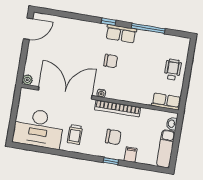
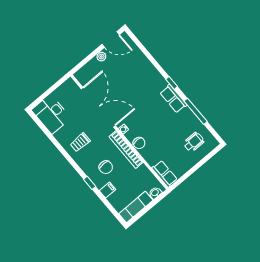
chair: (111, 61) -> (139, 143), moved
wheelchair: (173, 70) -> (194, 142), moved
plant: (27, 80) -> (101, 57), moved
desk: (38, 128) -> (51, 114), width x0.73, depth x0.77

